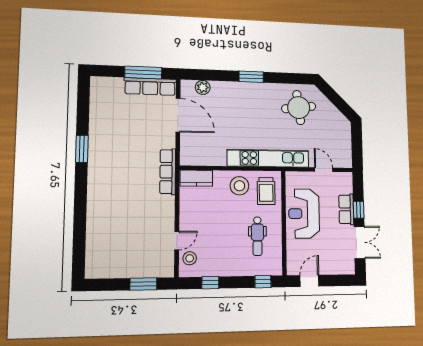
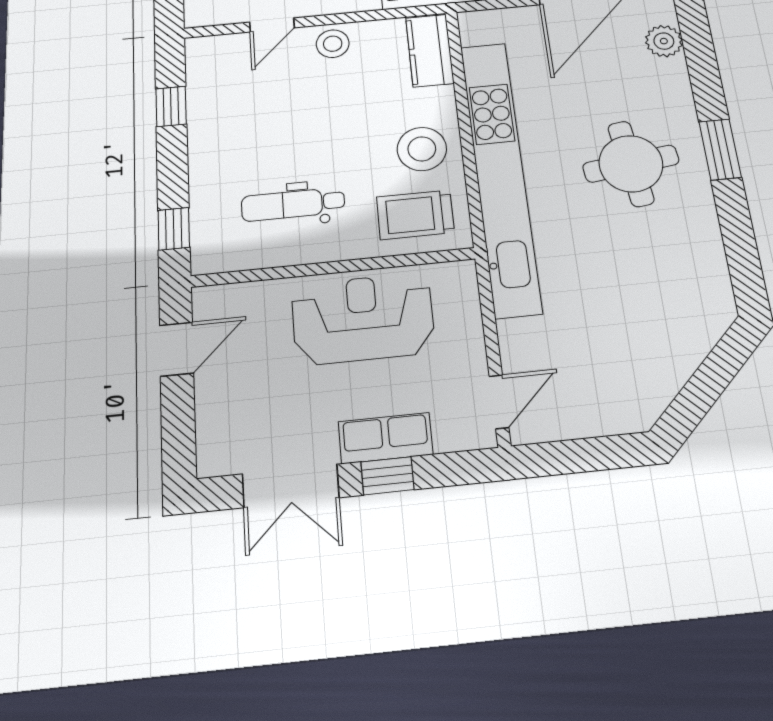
round table: (299, 108) -> (631, 164), moved
kitchen unit: (268, 158) -> (500, 175), width x1.36
door: (324, 170) -> (499, 402), moved
door: (177, 241) -> (272, 25), hinge flipped
stool: (190, 258) -> (333, 44), moved
door: (309, 281) -> (176, 349), hinge flipped

